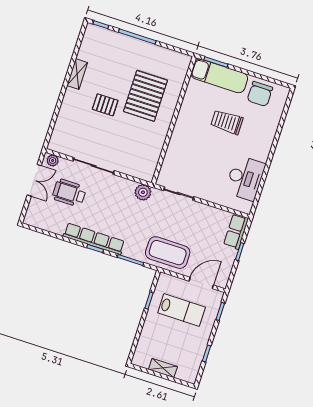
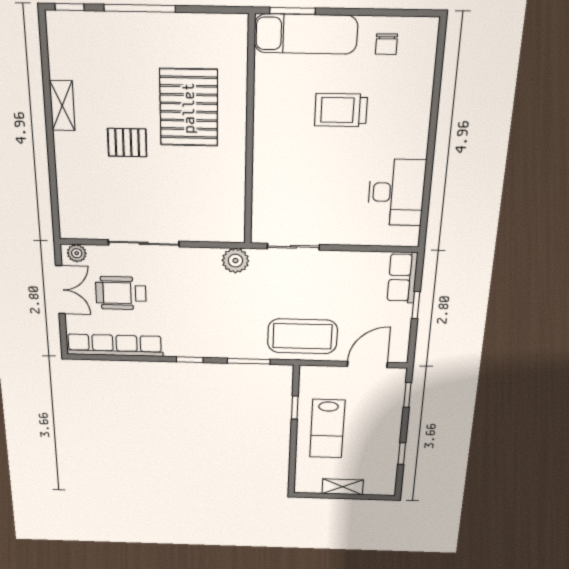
chair: (260, 94) -> (386, 44), width x0.54, depth x0.54
row of seats: (94, 239) -> (115, 345), moved
lab bench: (182, 310) -> (327, 429), moved, turned 90

